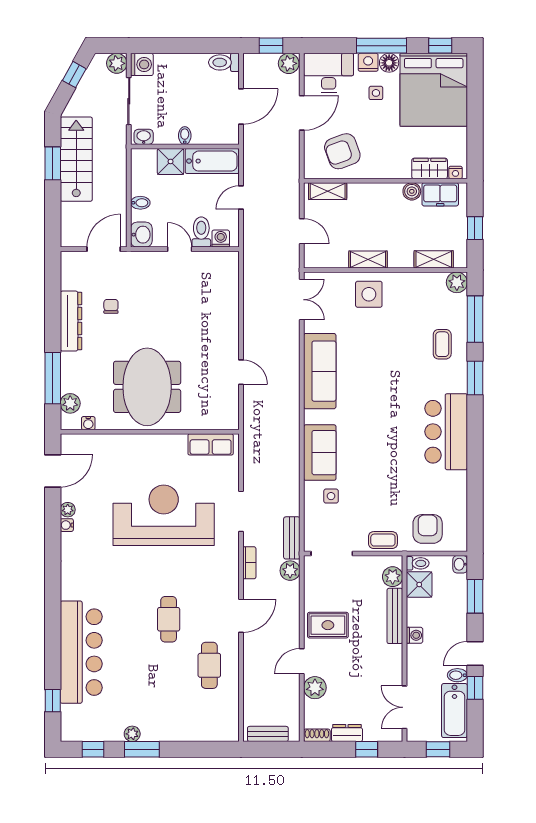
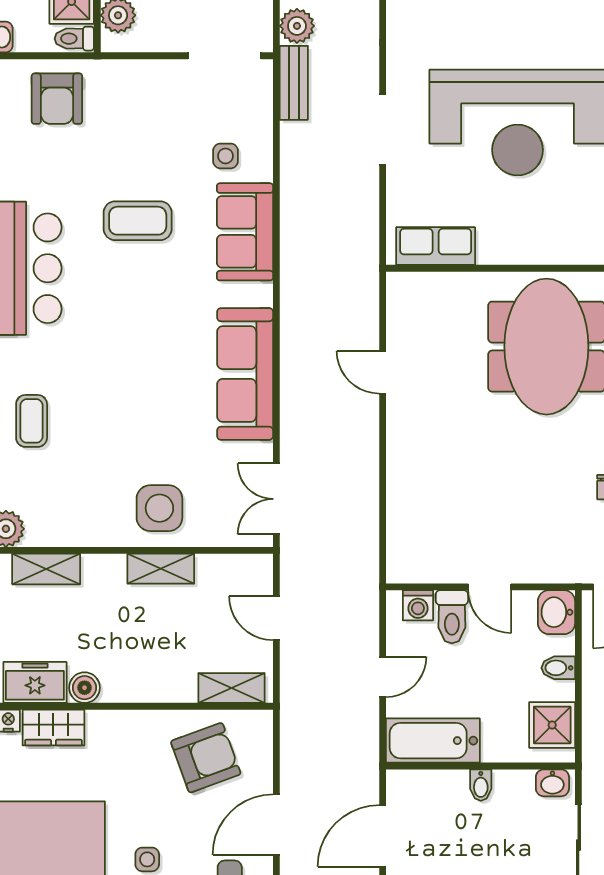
shower: (171, 161) -> (552, 725), moved
coffee table: (383, 540) -> (138, 221), moved, width x1.36, depth x1.30
bookcase: (249, 563) -> (368, 40), removed

